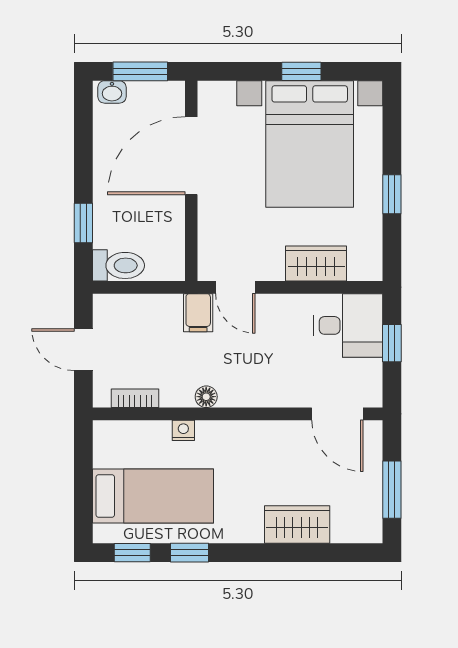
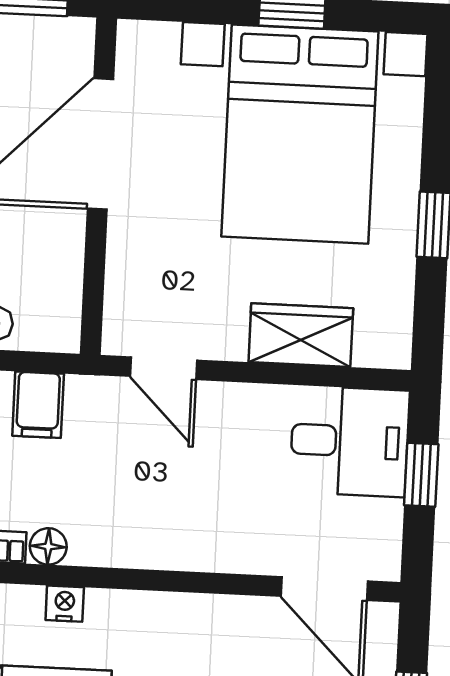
filing cabinet: (198, 313) -> (38, 405), moved
floor lamp: (206, 397) -> (48, 546), moved

